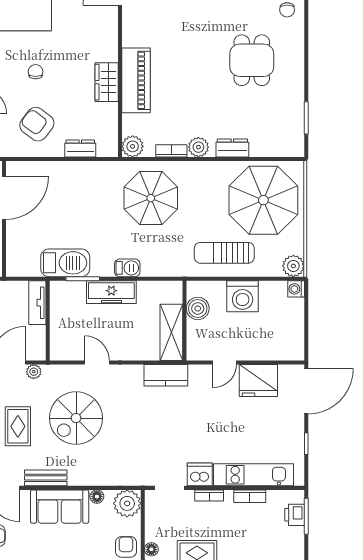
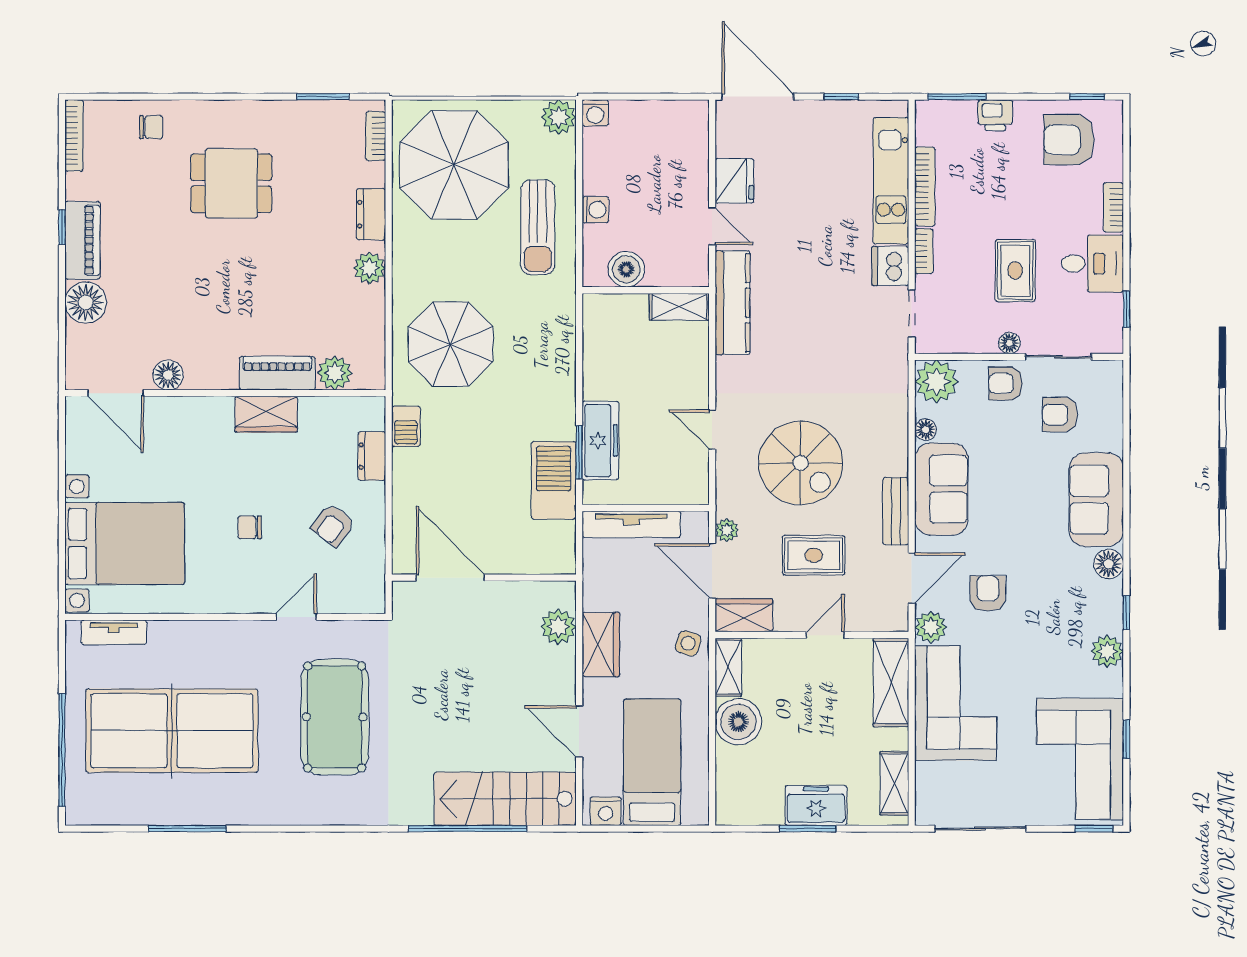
floor lamp: (131, 20) -> (168, 375), added
piano: (136, 80) -> (277, 373), width x0.73, depth x0.75
armchair: (37, 124) -> (333, 525), width x0.72, depth x0.72
plant: (133, 146) -> (335, 373), moved
bookcase: (171, 151) -> (376, 136), moved
barbecue: (127, 268) -> (406, 426), moved, turned 180
freezer: (111, 292) -> (600, 441), moved
washing machine: (243, 296) -> (595, 210), width x0.53, depth x0.53
tv unit: (37, 303) -> (631, 524), width x1.41
shelving: (171, 332) -> (679, 307), width x0.67, depth x0.75
door: (97, 362) -> (712, 429), hinge flipped
kitchen counter: (166, 375) -> (732, 303), width x1.50
fridge: (258, 381) -> (734, 181), width x0.73, depth x0.75
bookcase: (250, 496) -> (925, 187), width x1.56
printer: (295, 515) -> (995, 115), moved

